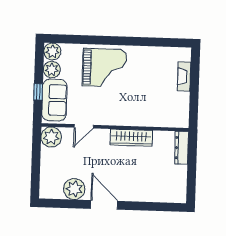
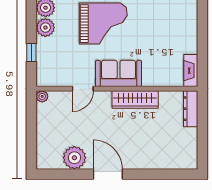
fireplace: (184, 76) -> (191, 71), moved
sofa: (54, 100) -> (119, 73), moved, turned -90
plant: (51, 137) -> (42, 96), width x0.53, depth x0.53

